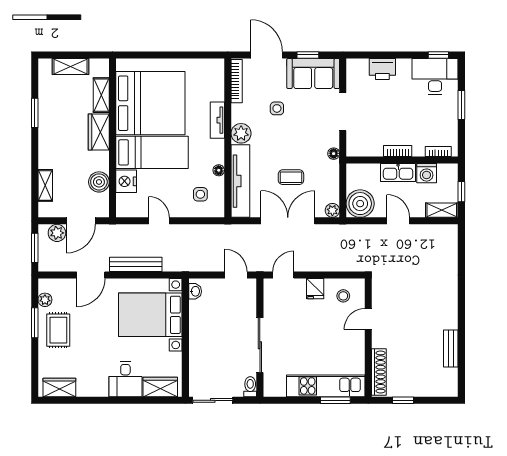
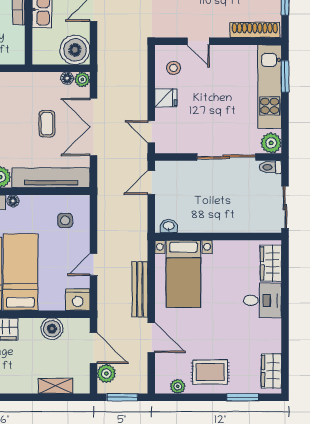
floor lamp: (334, 154) -> (67, 78), moved
floor lamp: (219, 170) -> (13, 201), moved
nightstand: (126, 181) -> (78, 300), moved
bed with nightstands: (150, 315) -> (183, 274), width x0.73
window: (35, 323) -> (243, 397), moved
plant: (273, 387) -> (271, 143), added

